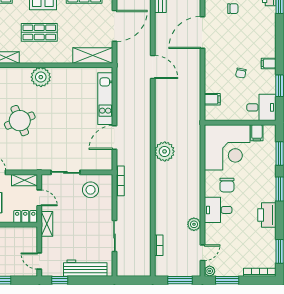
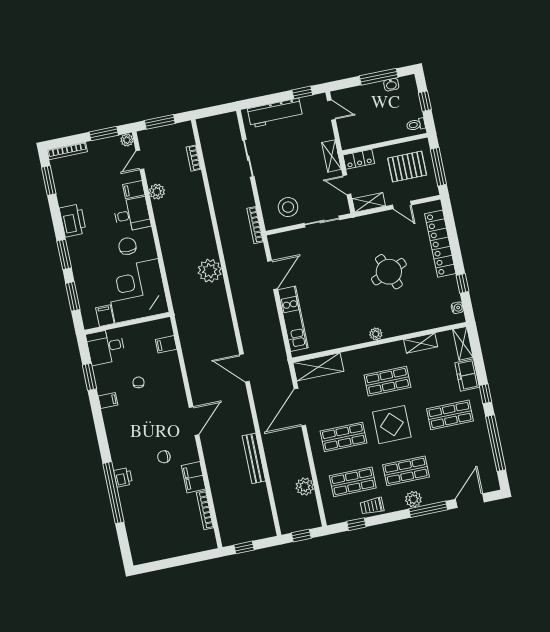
door: (202, 33) -> (194, 421), width x0.73
plant: (41, 77) -> (376, 334), width x0.53, depth x0.53
filing cabinet: (212, 230) -> (134, 190), added

